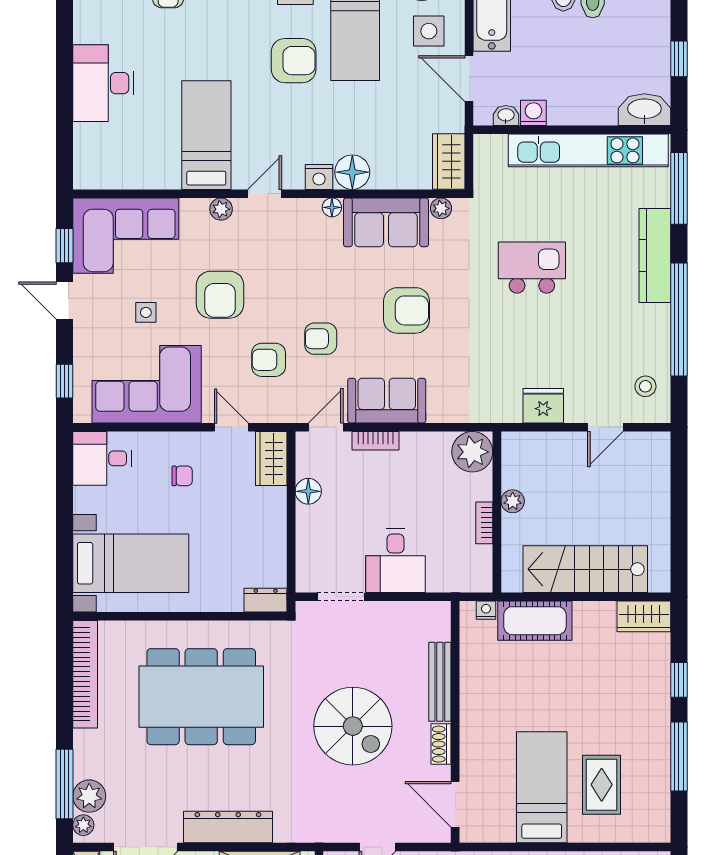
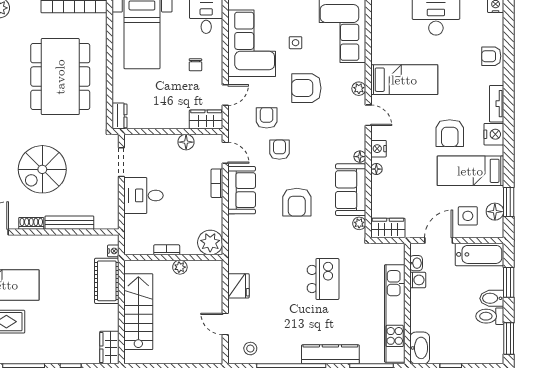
floor lamp: (352, 172) -> (376, 169), width x0.53, depth x0.53

